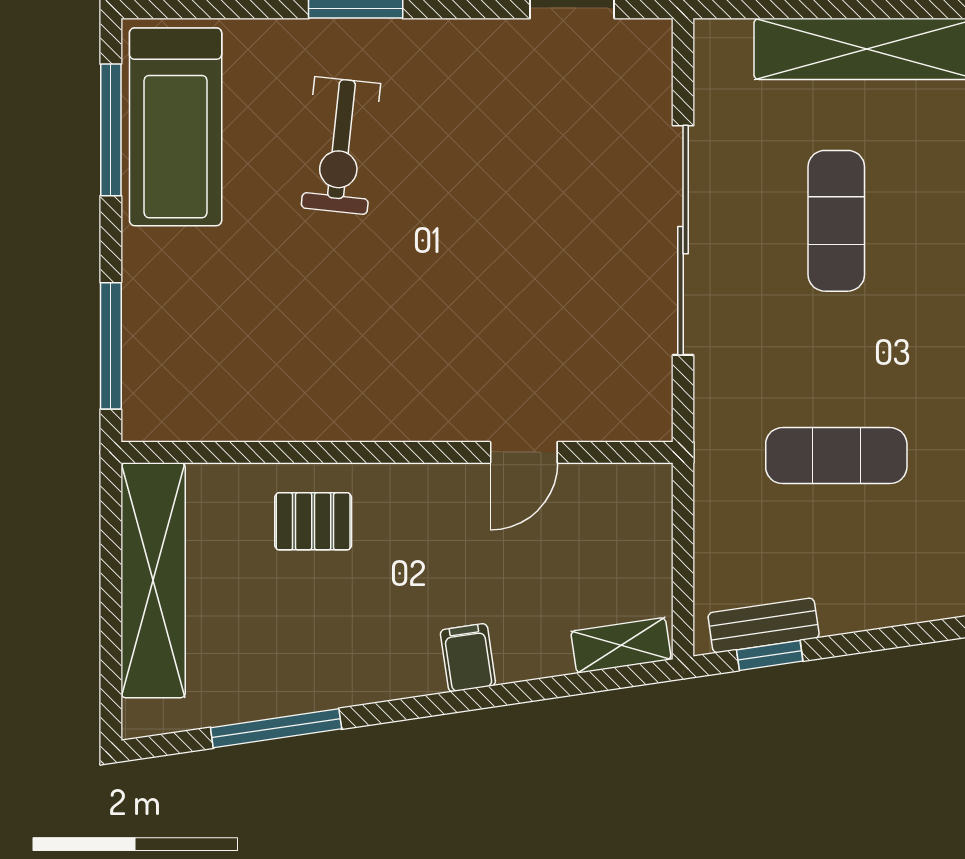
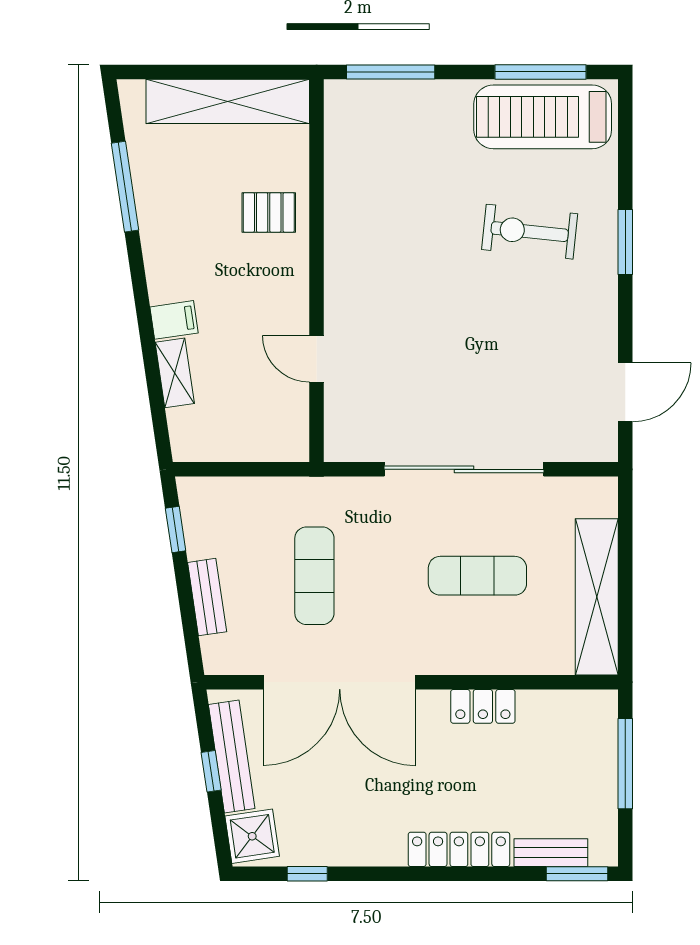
pallet: (313, 521) -> (269, 212), turned 90
bench: (764, 625) -> (207, 597), moved
shelving: (621, 645) -> (175, 373), moved

